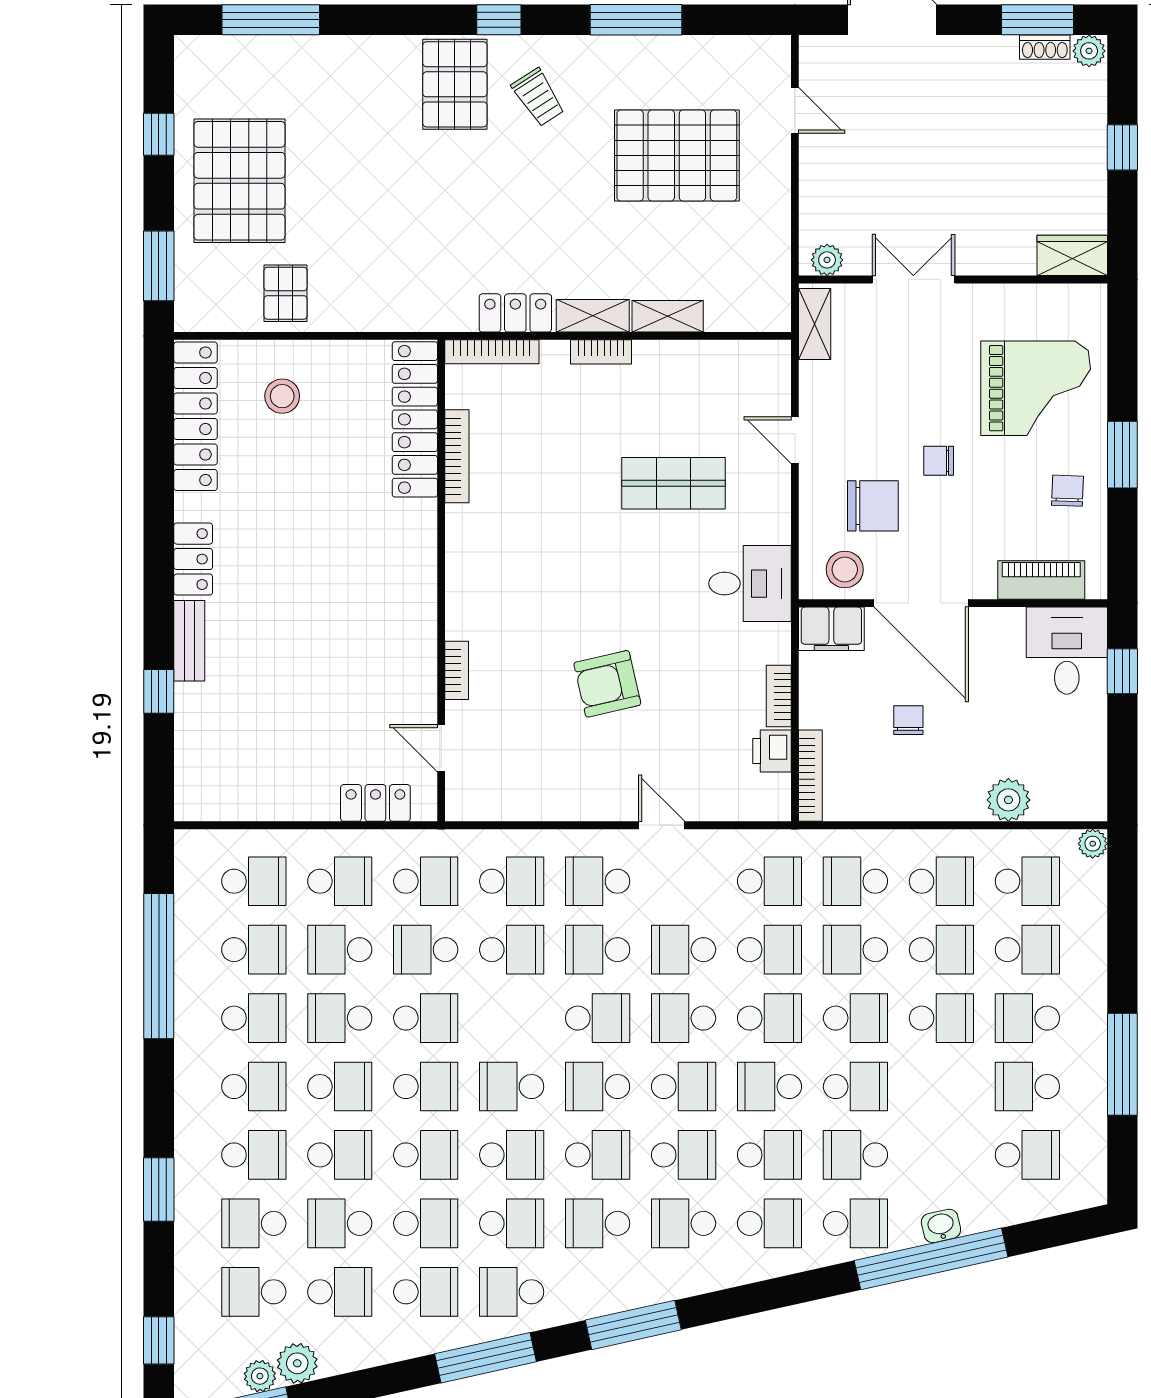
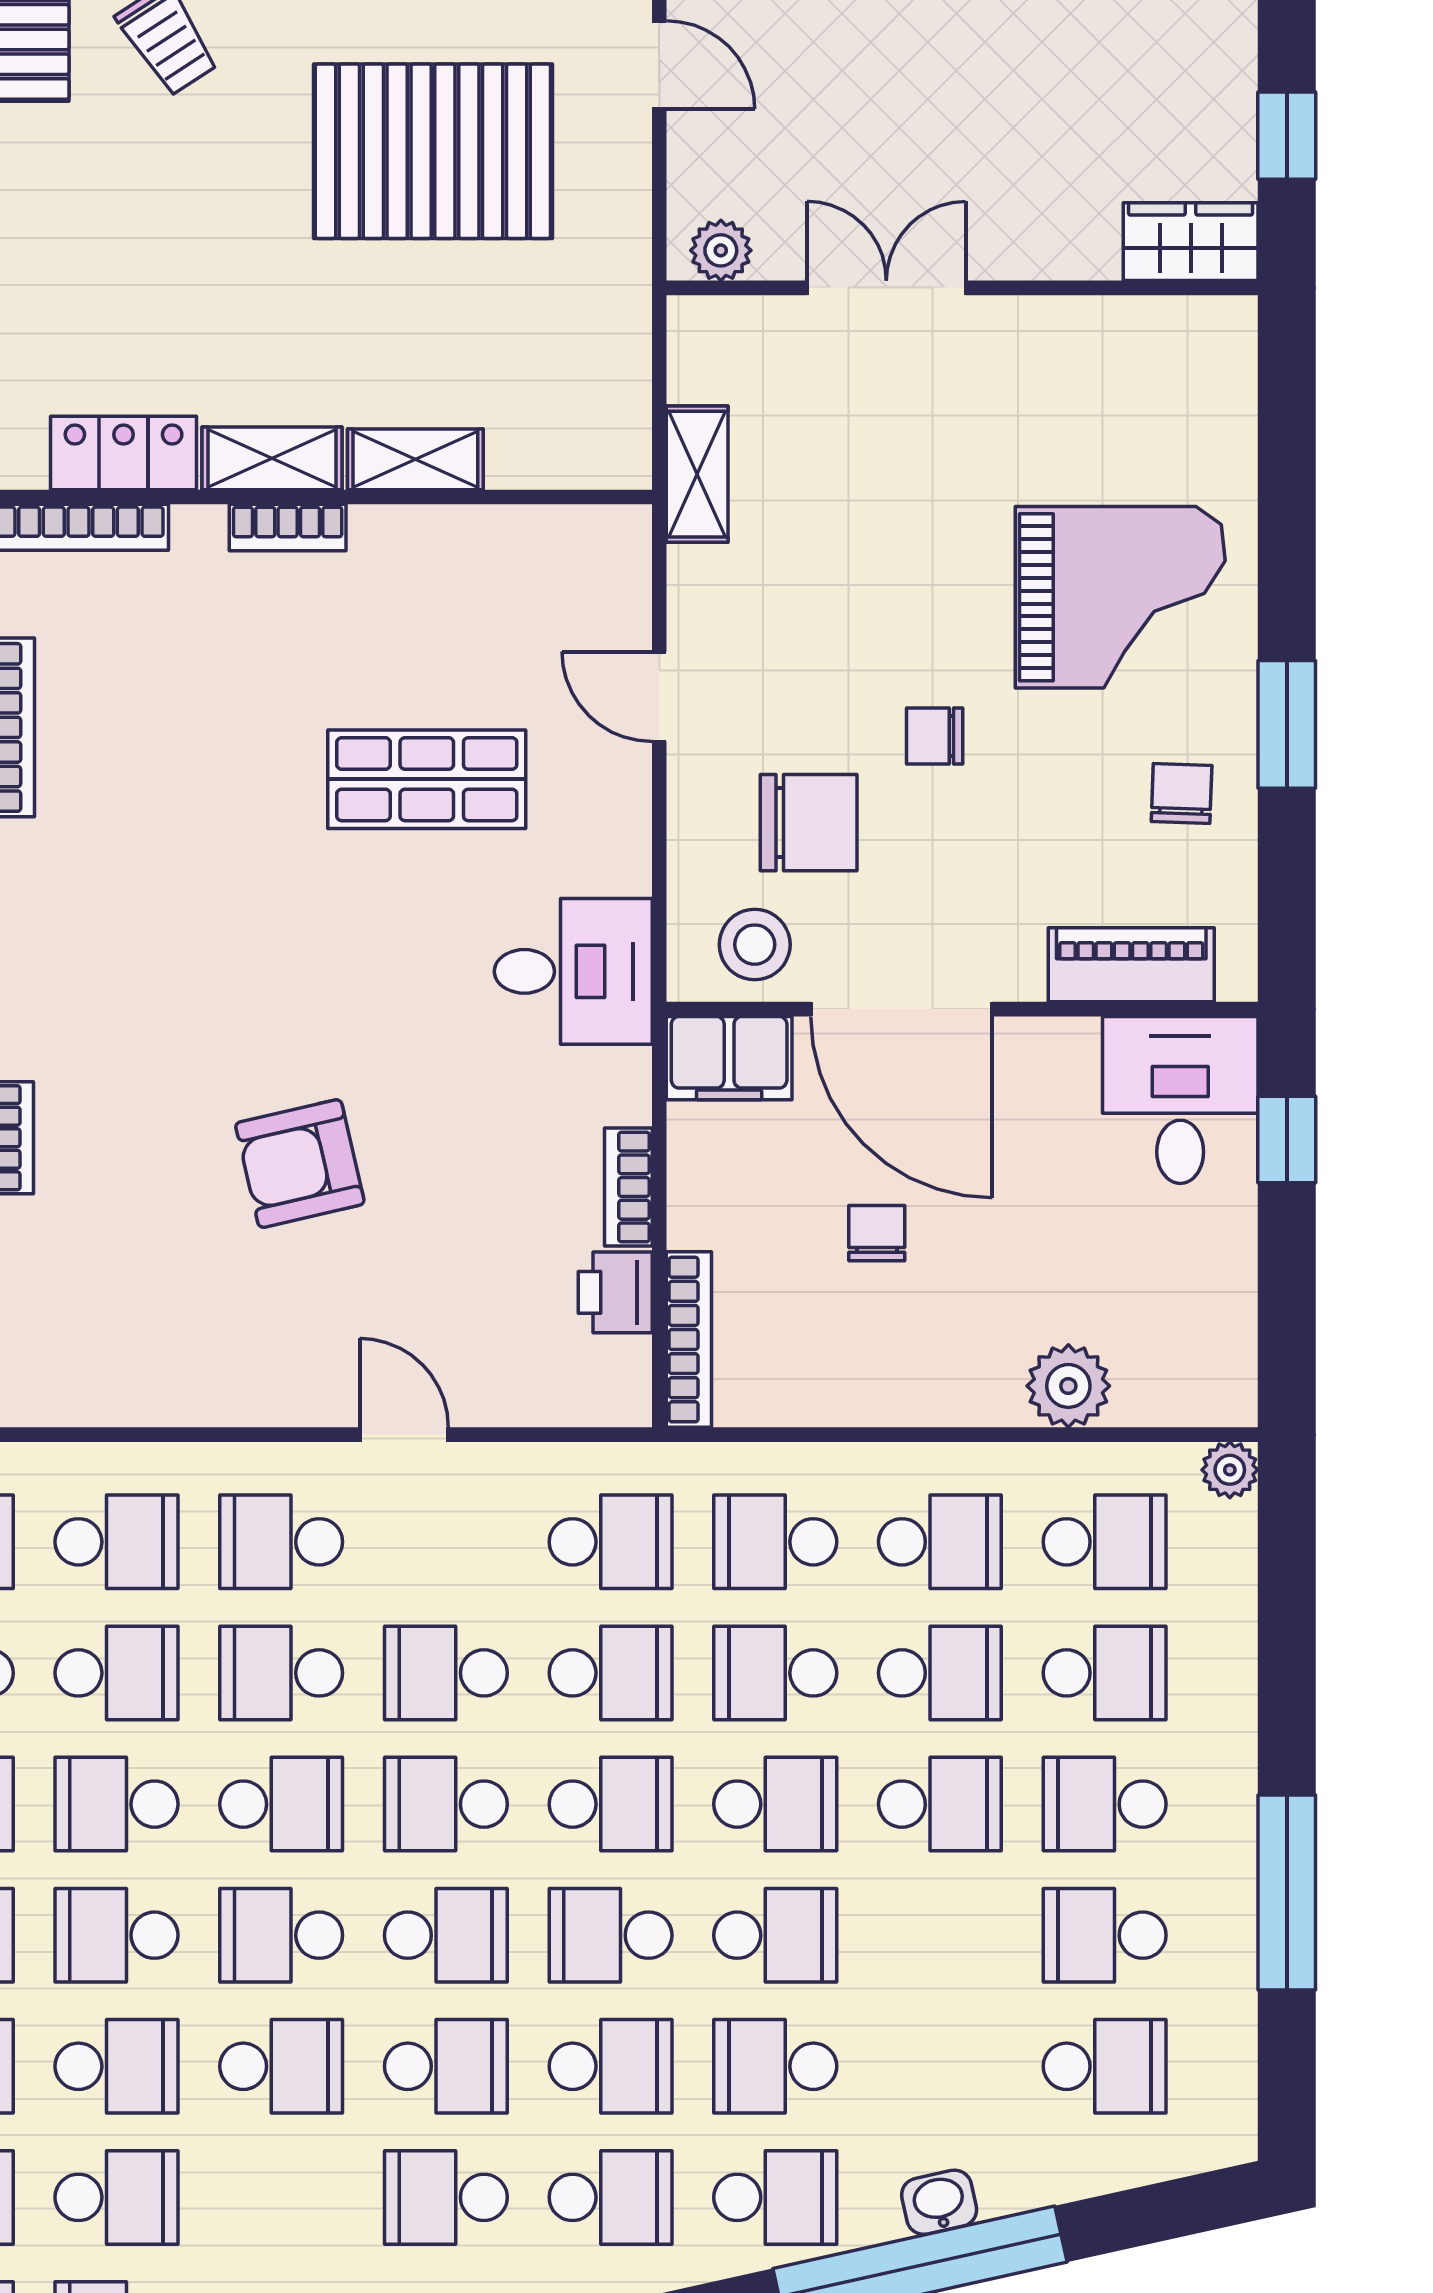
wardrobe: (1072, 255) -> (1191, 242), moved
plant: (827, 260) -> (721, 250), moved
double door: (913, 279) -> (886, 288), moved
wall: (953, 279) -> (962, 288), moved
school desk: (598, 1223) -> (116, 1804), moved

